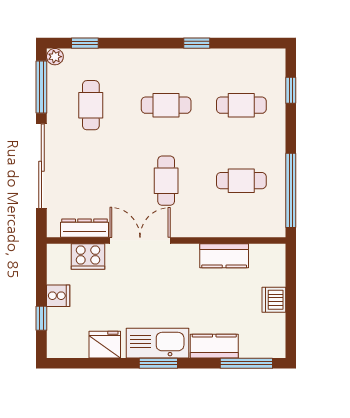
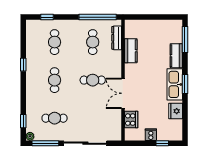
dresser: (85, 228) -> (117, 38), moved
dishwasher: (274, 300) -> (153, 26), removed

